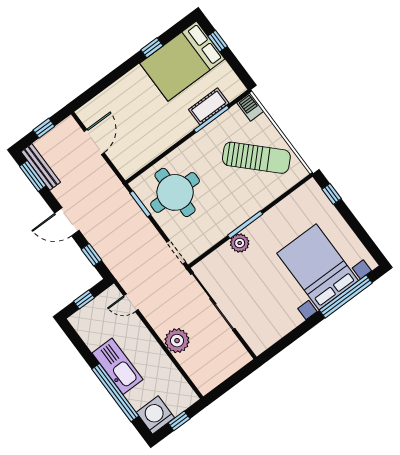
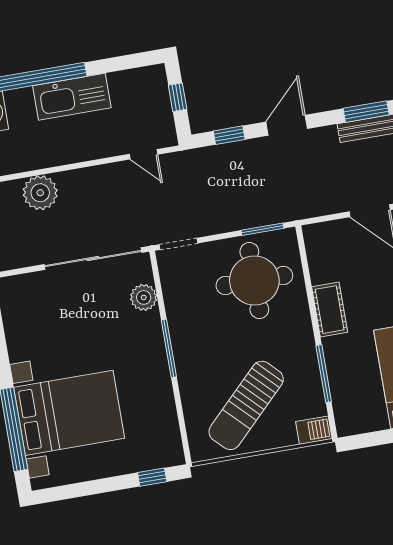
cot: (209, 106) -> (330, 310), moved
plant: (240, 243) -> (144, 297), moved
door: (131, 303) -> (144, 154), swing flipped
plant: (177, 341) -> (40, 193), moved

